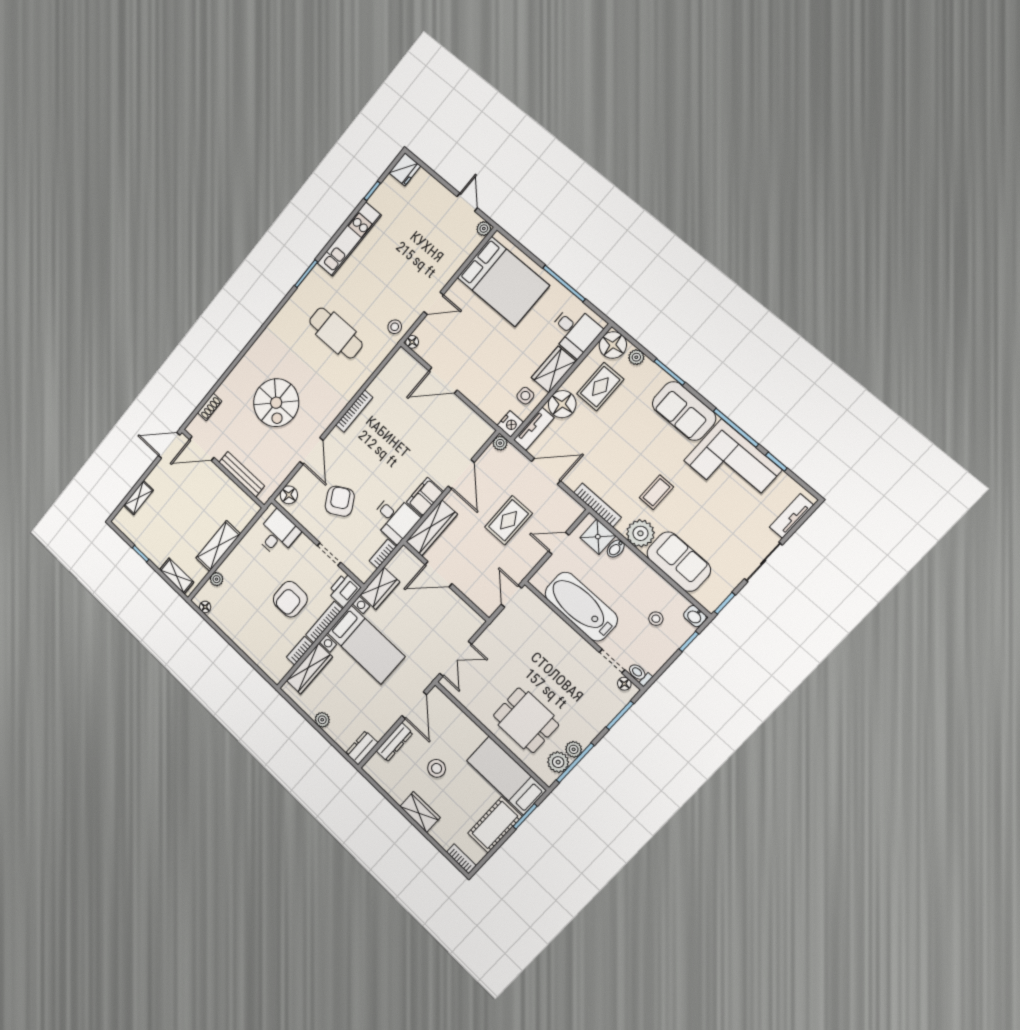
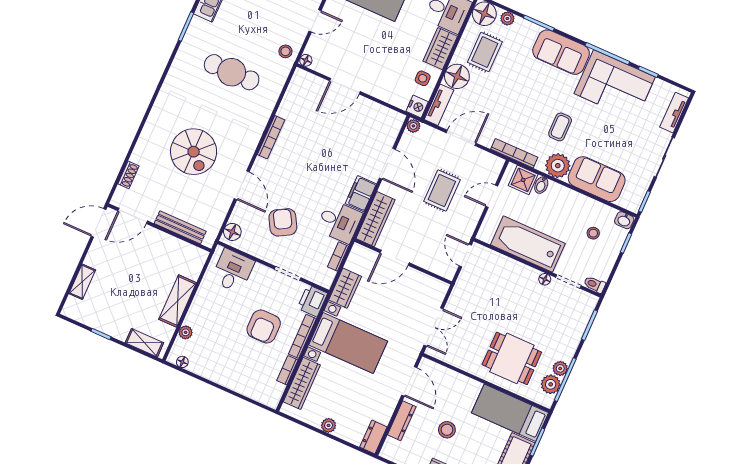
floor lamp: (624, 684) -> (545, 279), moved

